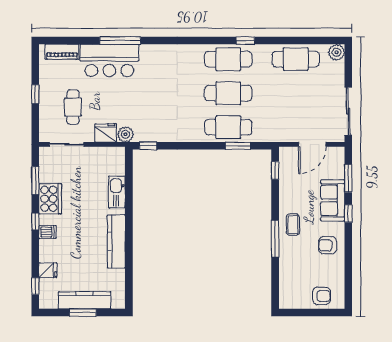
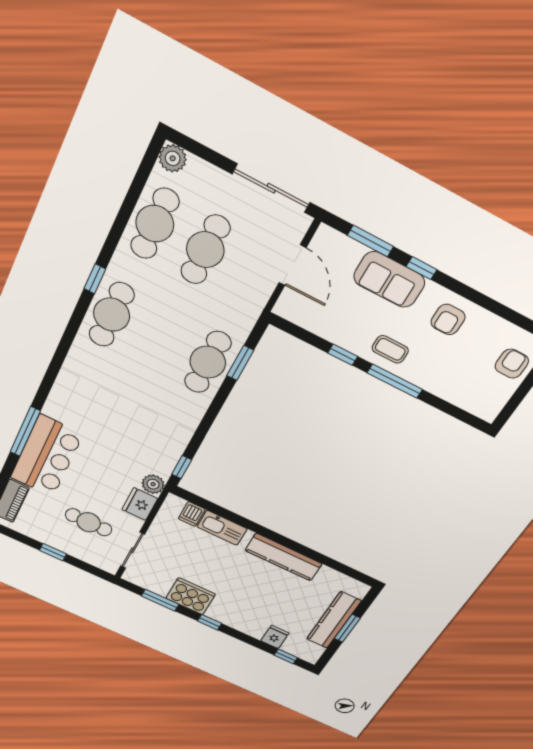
cafe table: (228, 93) -> (205, 250), moved
window: (275, 170) -> (343, 355), moved
dishwasher: (48, 232) -> (192, 514), moved, turned 180

